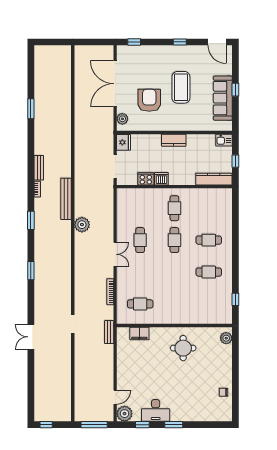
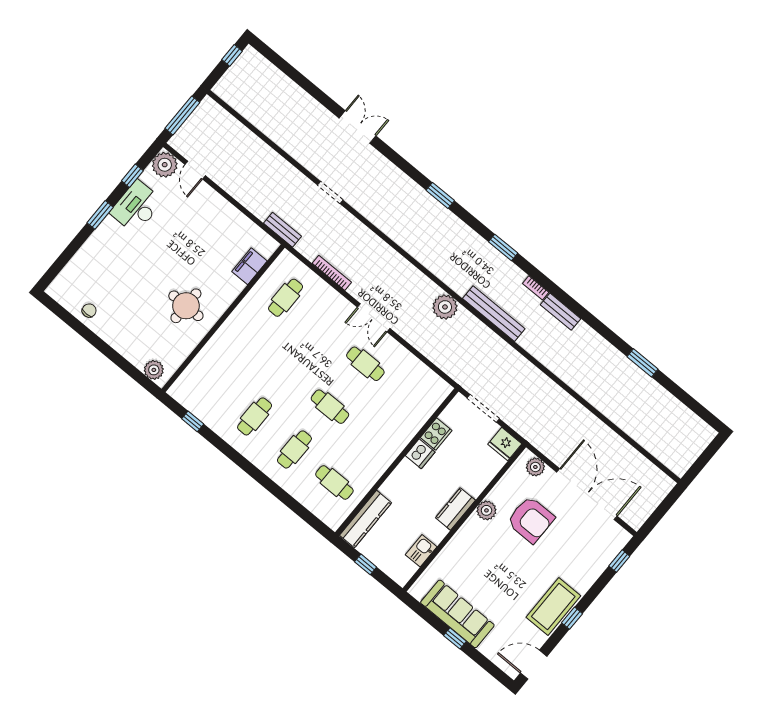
coffee table: (181, 87) -> (553, 607), moved, turned 90
plant: (162, 125) -> (486, 510), added
kitchen sink: (224, 140) -> (421, 551), moved
cafe table: (174, 208) -> (334, 482), moved

